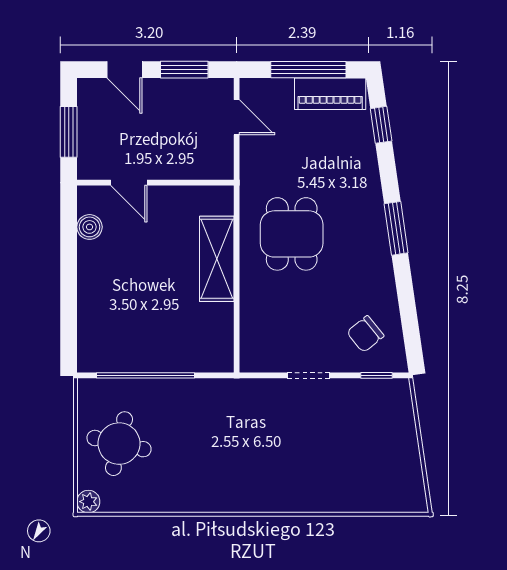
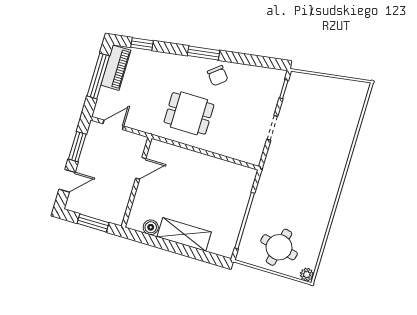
door: (129, 183) -> (141, 168), moved
shelving: (217, 259) -> (184, 234), moved
chair: (365, 334) -> (218, 76), moved

